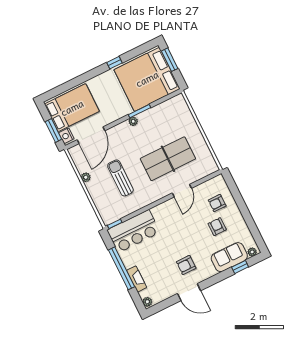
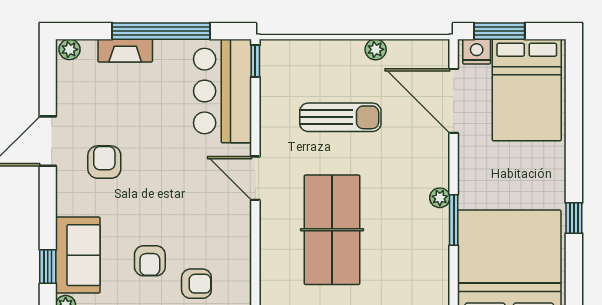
door: (182, 191) -> (255, 178), moved
armchair: (217, 203) -> (196, 284), turned 90
armchair: (217, 227) -> (150, 261), turned 90

